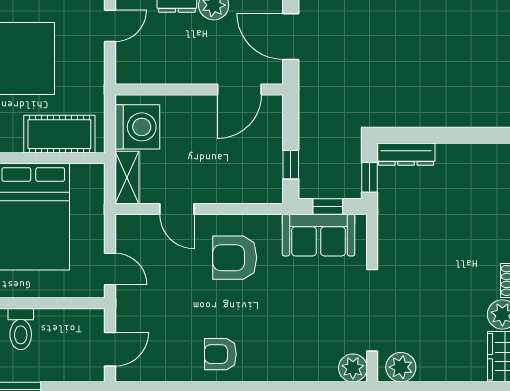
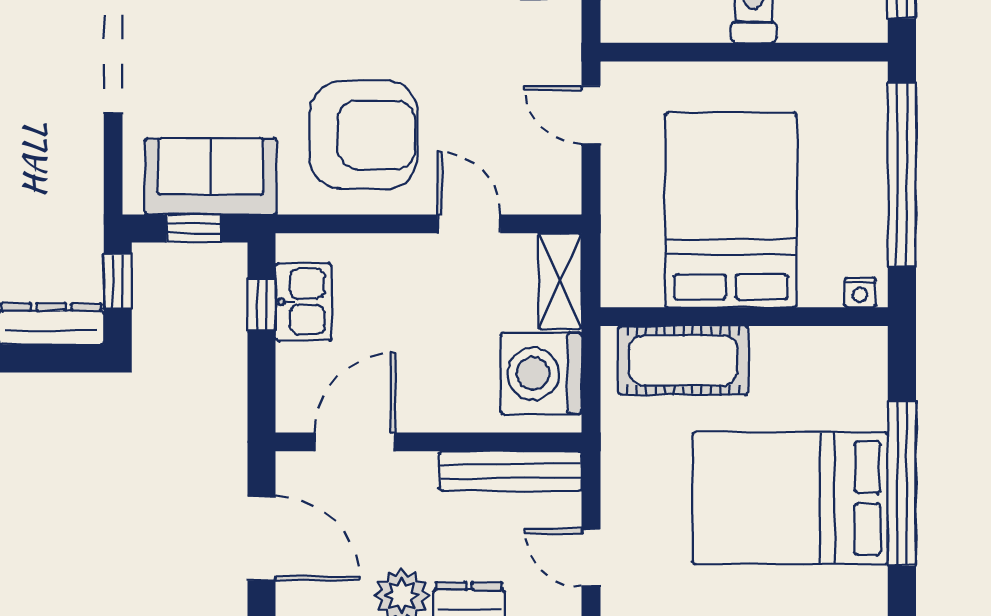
door: (110, 26) -> (591, 558), hinge flipped
bench: (154, 73) -> (511, 471), added
kitchen sink: (268, 166) -> (304, 302), added
armchair: (235, 258) -> (364, 135), width x1.36, depth x1.36

